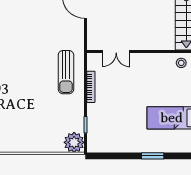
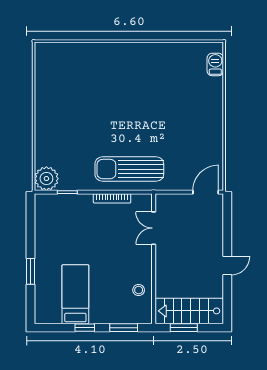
stool: (181, 63) -> (139, 290), moved
sun lounger: (66, 72) -> (129, 169), width x1.36, depth x1.34

